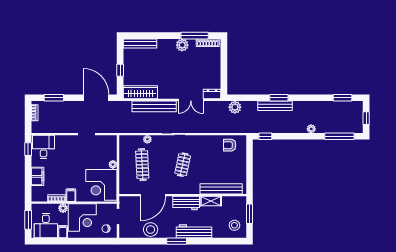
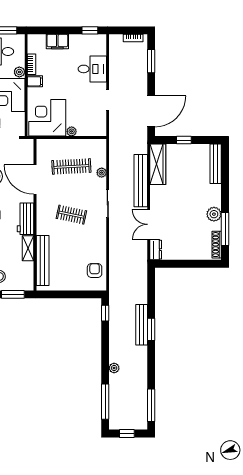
window: (343, 98) -> (151, 405), width x1.44
plant: (235, 107) -> (140, 277), removed
desk: (44, 147) -> (92, 69), moved

